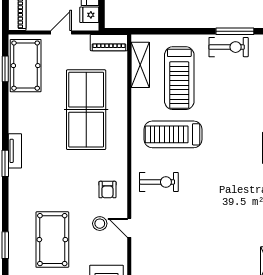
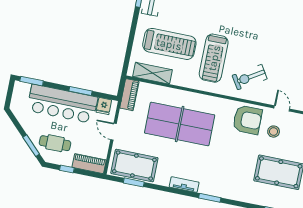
tv unit: (15, 151) -> (184, 185), moved
exercise bike: (159, 182) -> (250, 77), turned -122
armchair: (107, 190) -> (247, 120), width x1.88, depth x1.88
door: (129, 228) -> (282, 108), swing flipped

